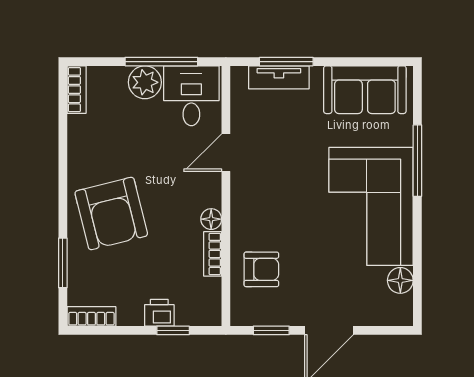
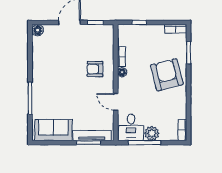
tv unit: (279, 77) -> (92, 136), width x1.41
door: (226, 153) -> (116, 102), swing flipped
corner sofa: (371, 206) -> (51, 78), removed
armchair: (261, 269) -> (95, 69), moved
floor lamp: (400, 280) -> (38, 30), moved
printer: (159, 313) -> (145, 30), removed

